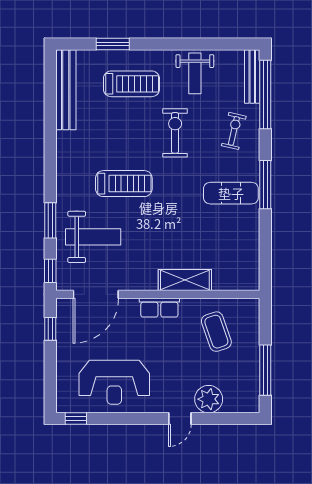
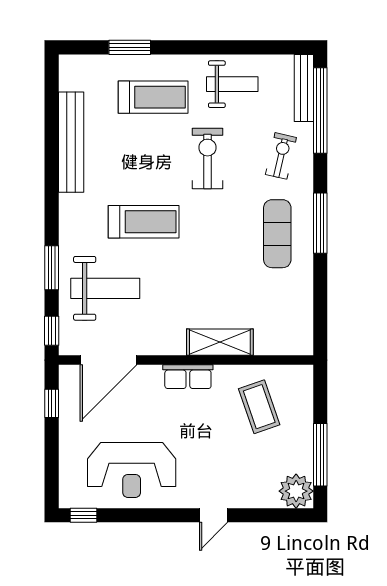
weight bench: (195, 73) -> (232, 84), turned -90
bench: (66, 90) -> (71, 142), moved
exercise mat: (231, 193) -> (277, 234), turned 90
plant: (209, 399) -> (296, 491), moved

